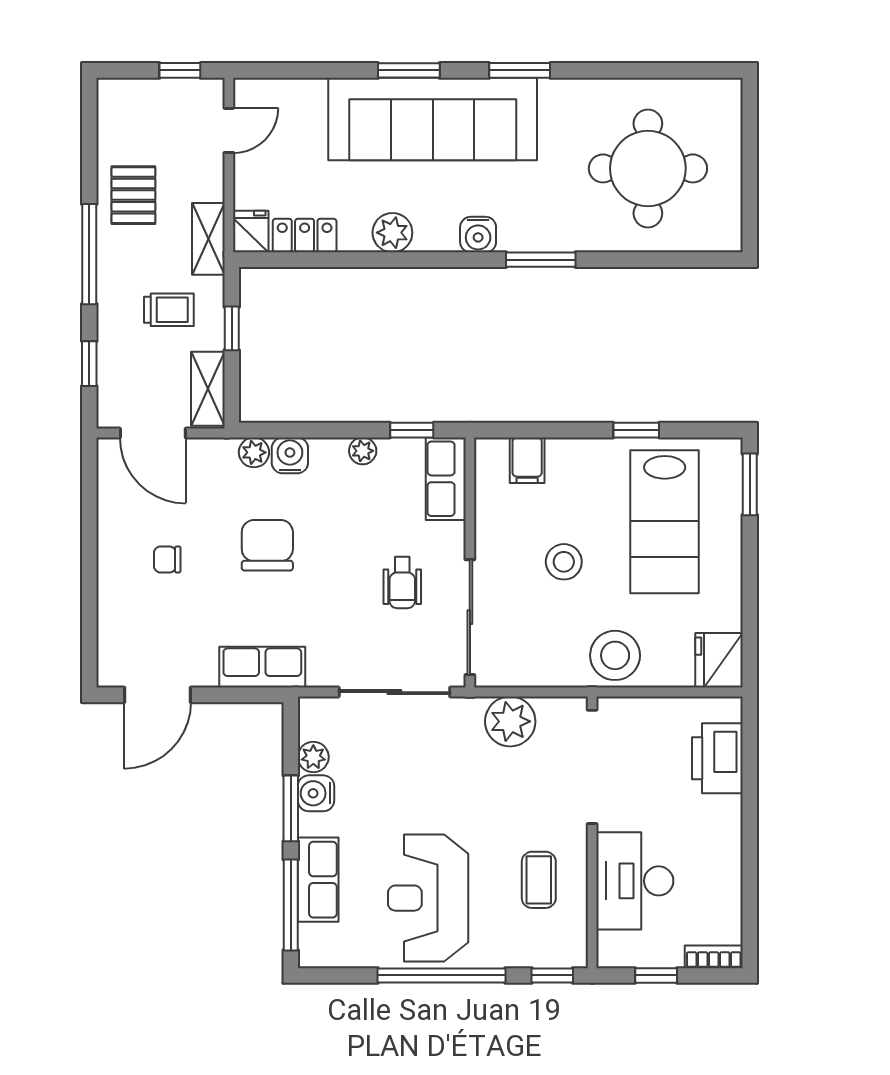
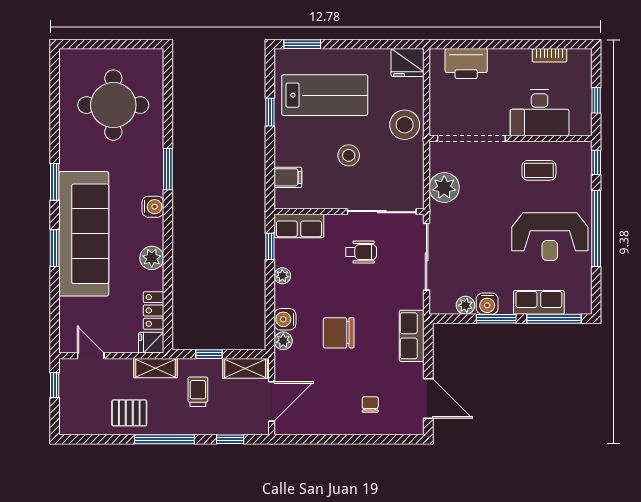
chair: (167, 559) -> (370, 405), moved, turned 180
bookcase: (714, 957) -> (550, 55), moved, turned -90

